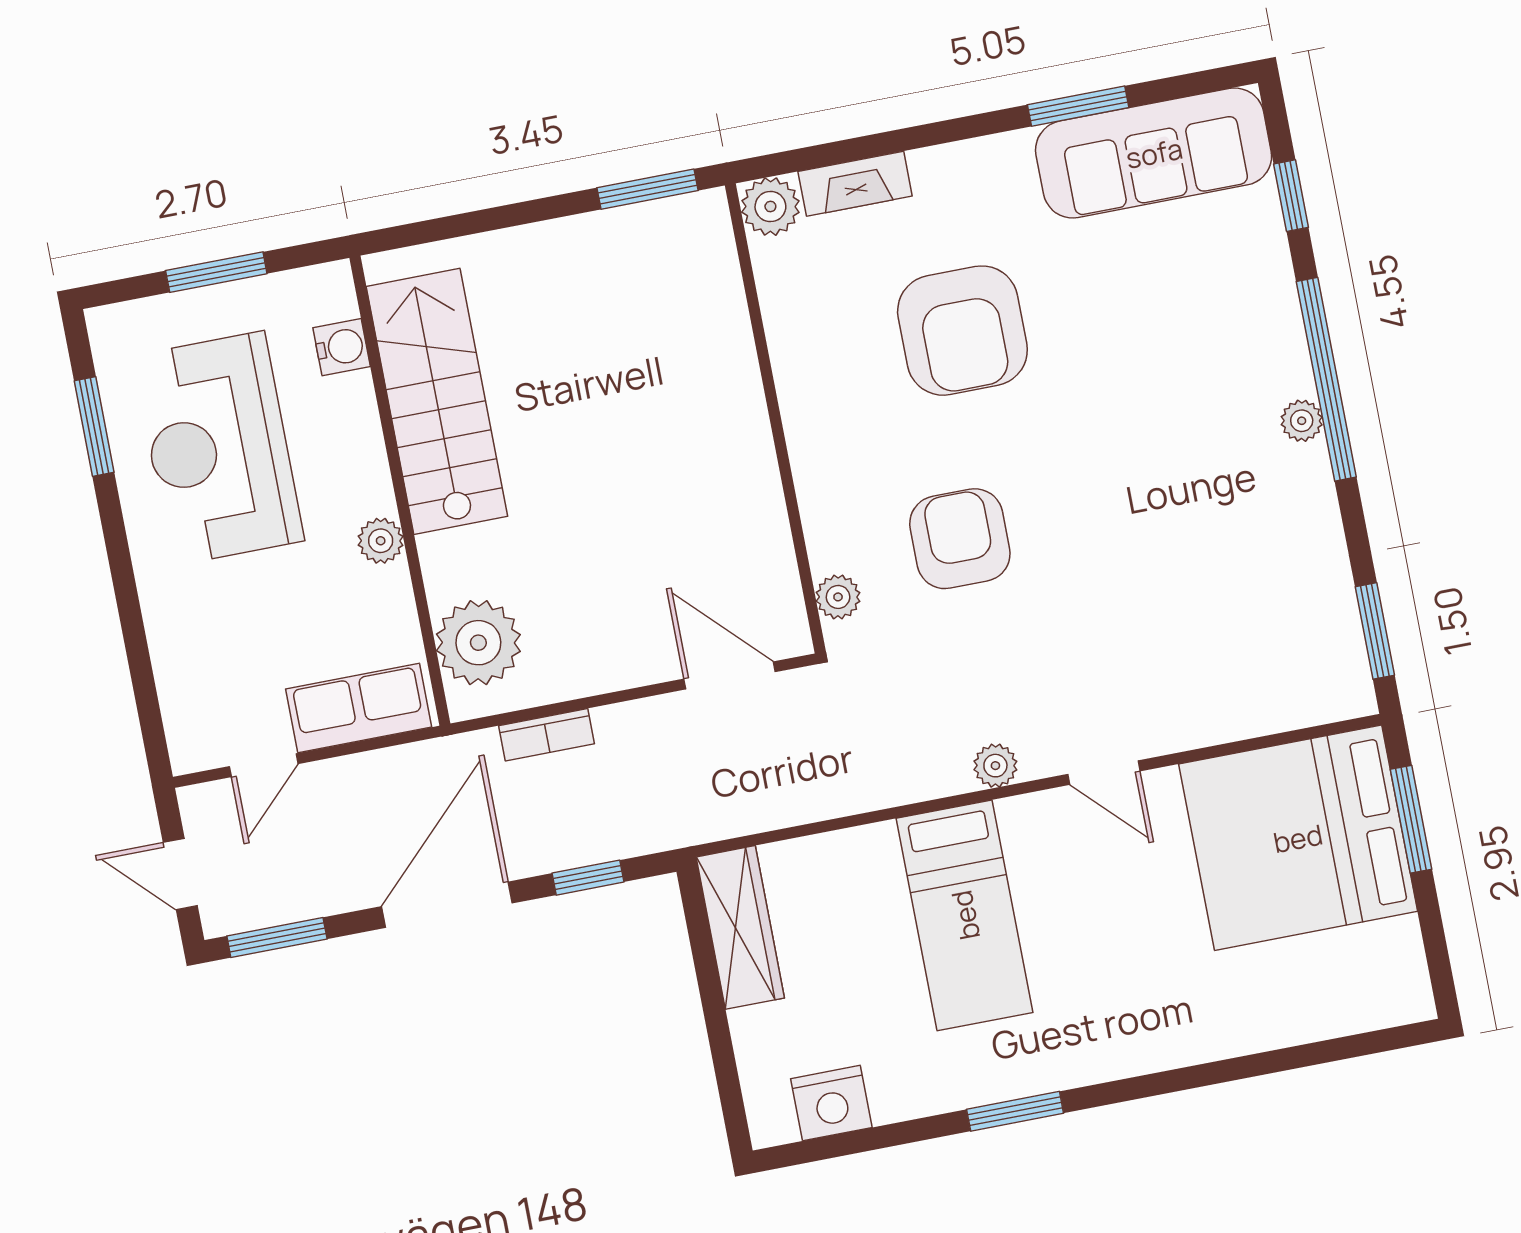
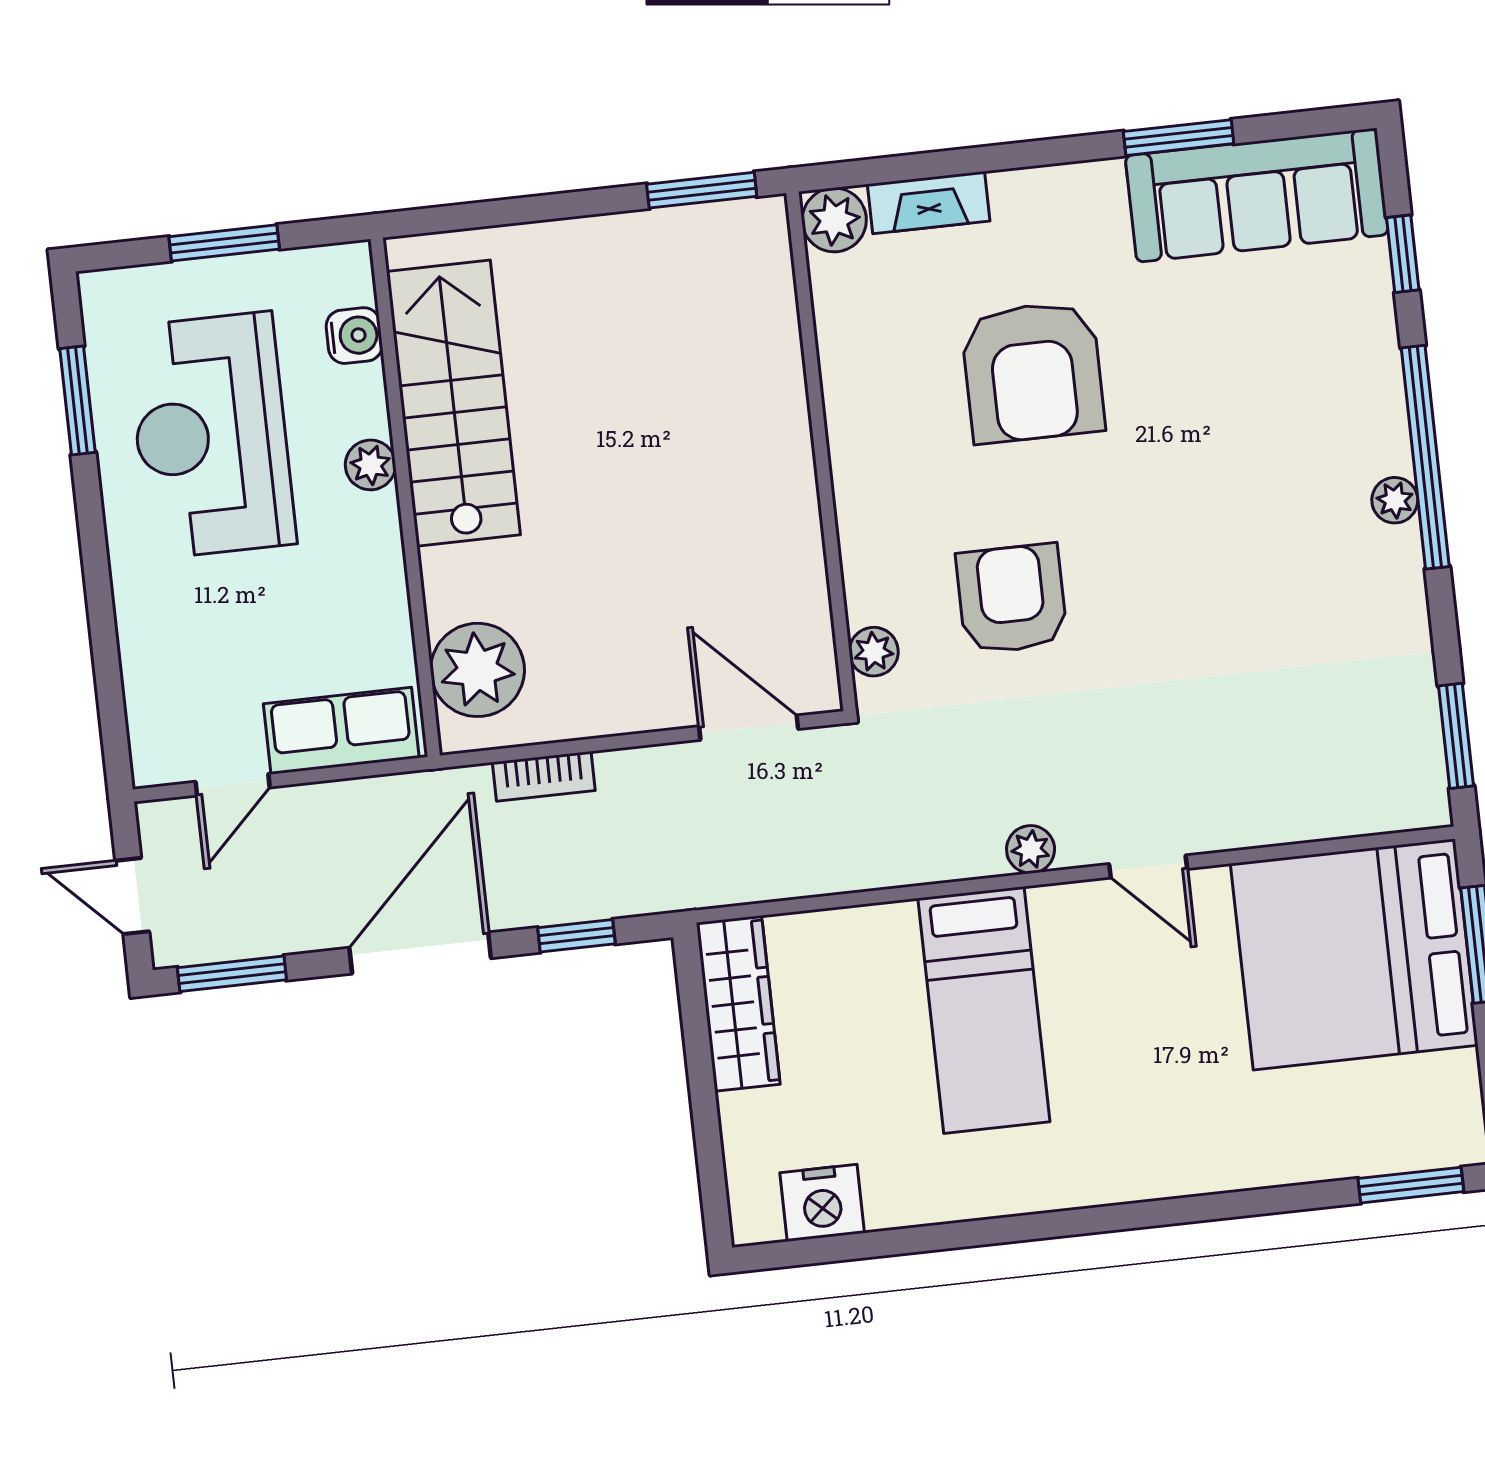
plant: (381, 541) -> (370, 465), moved
window: (1015, 1111) -> (1411, 1185), moved

